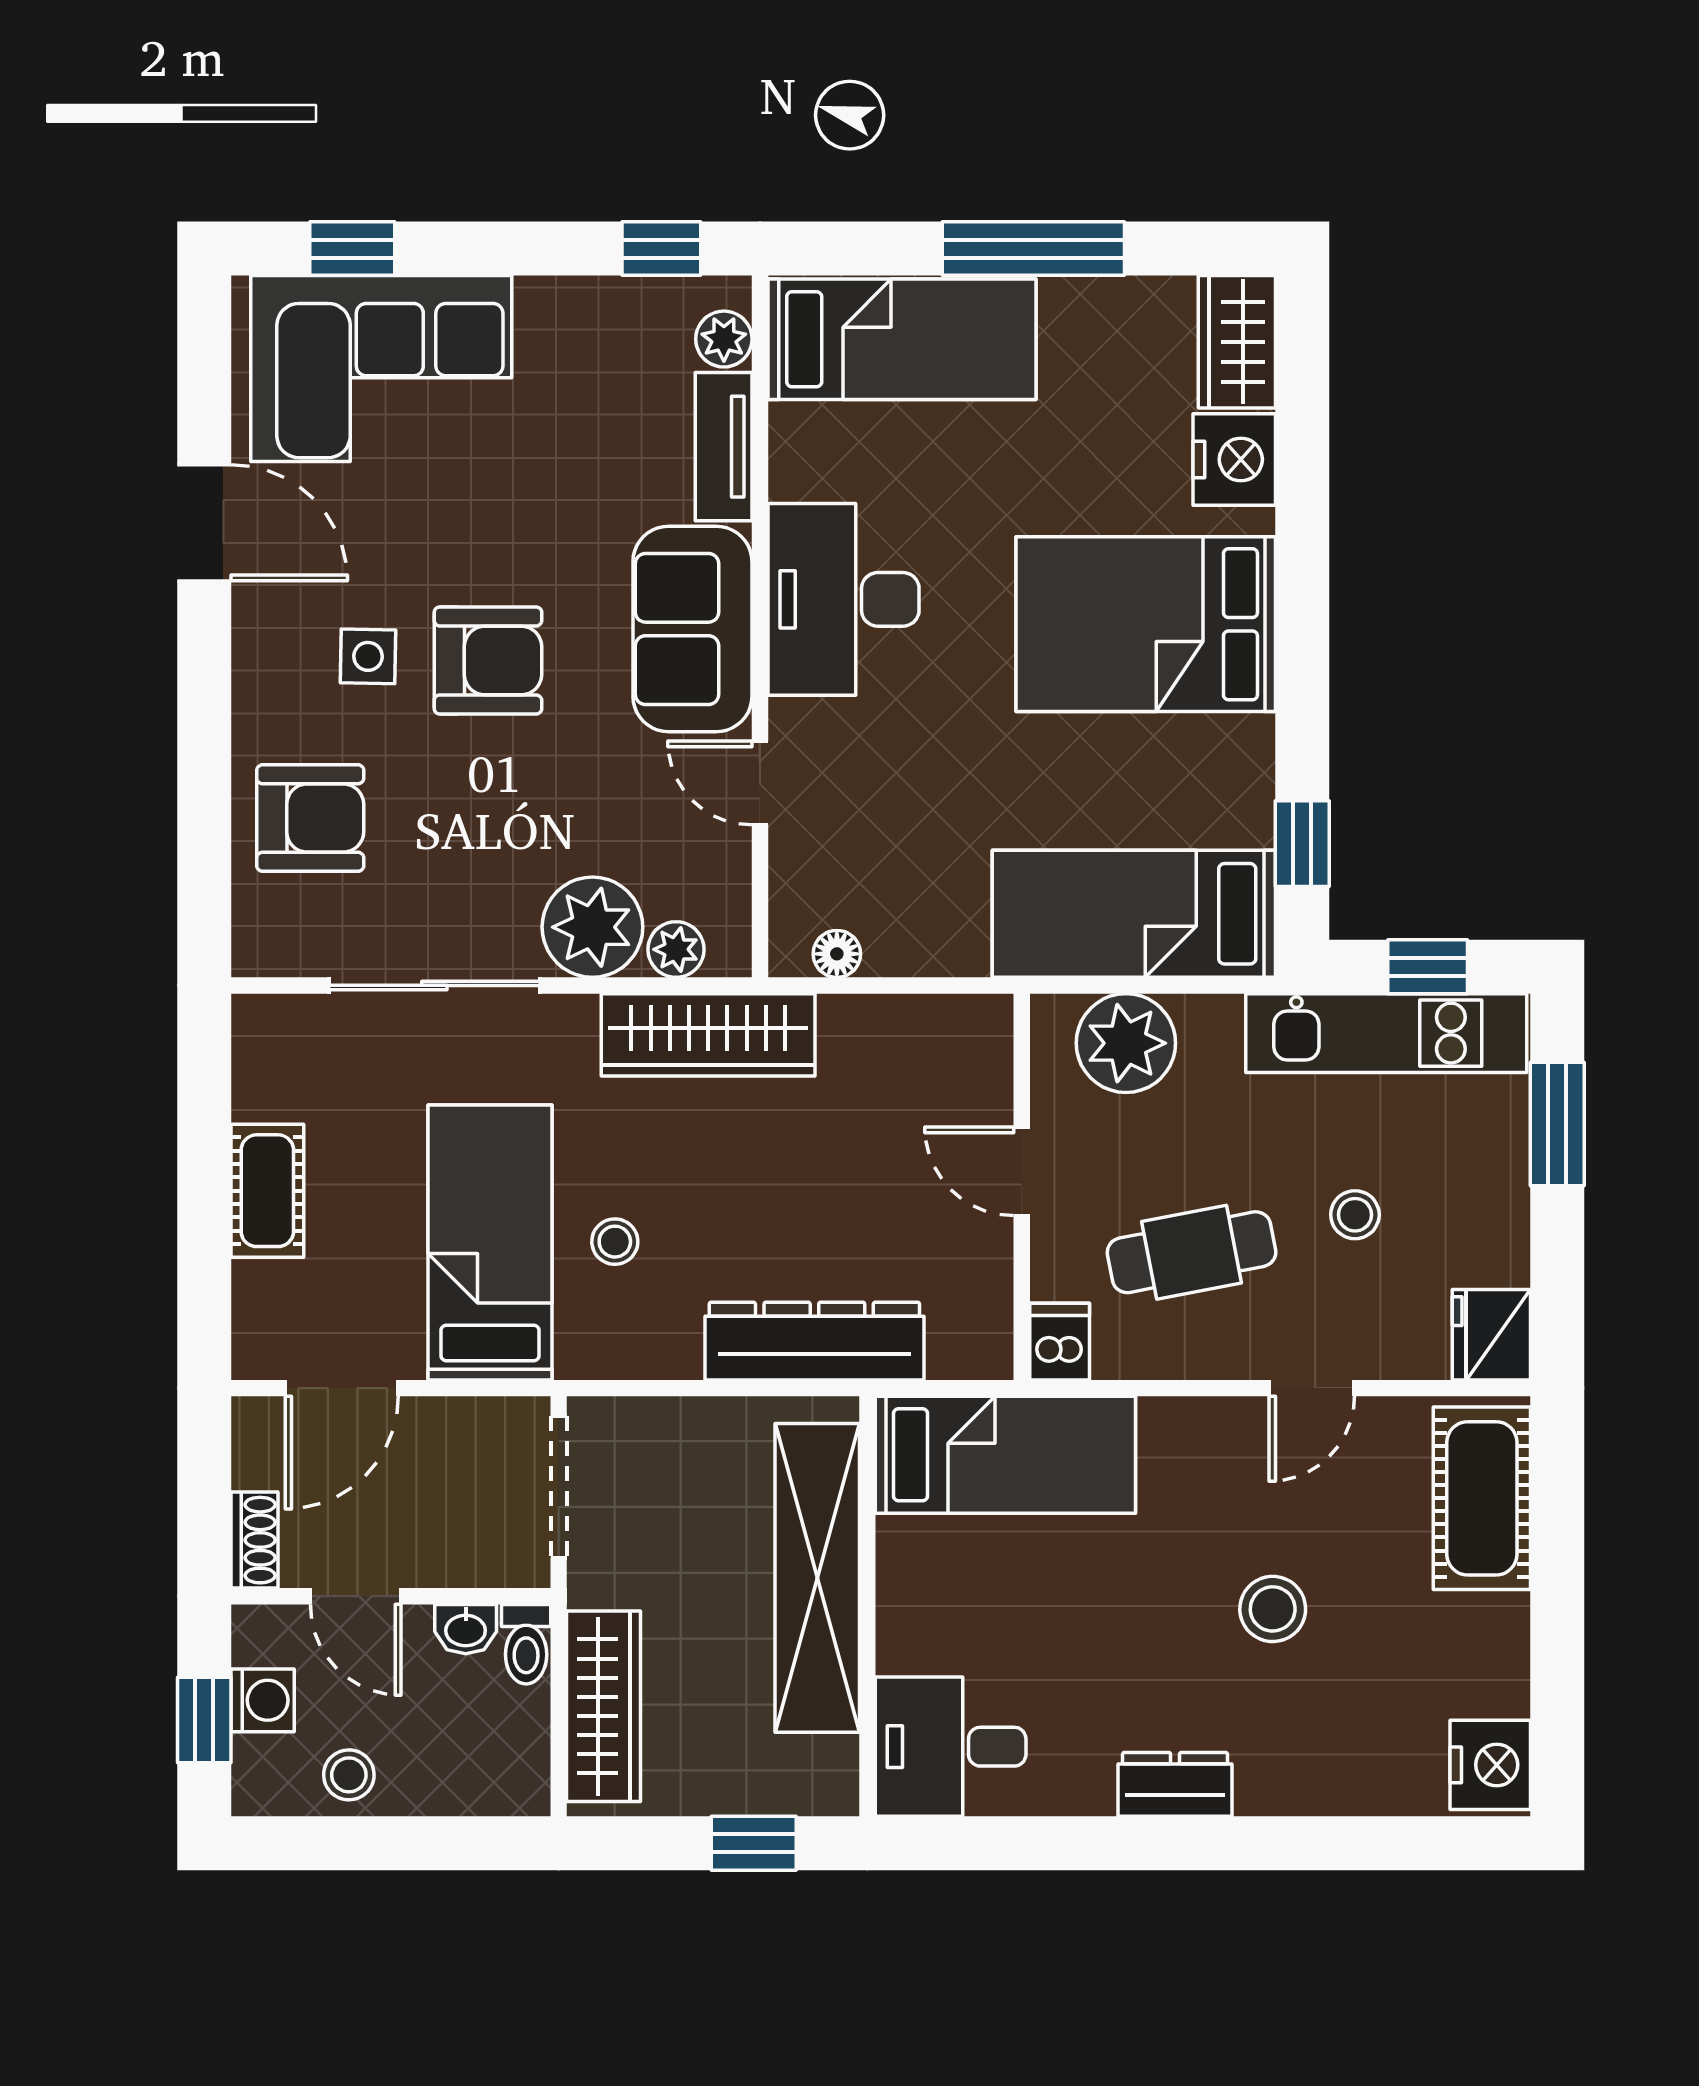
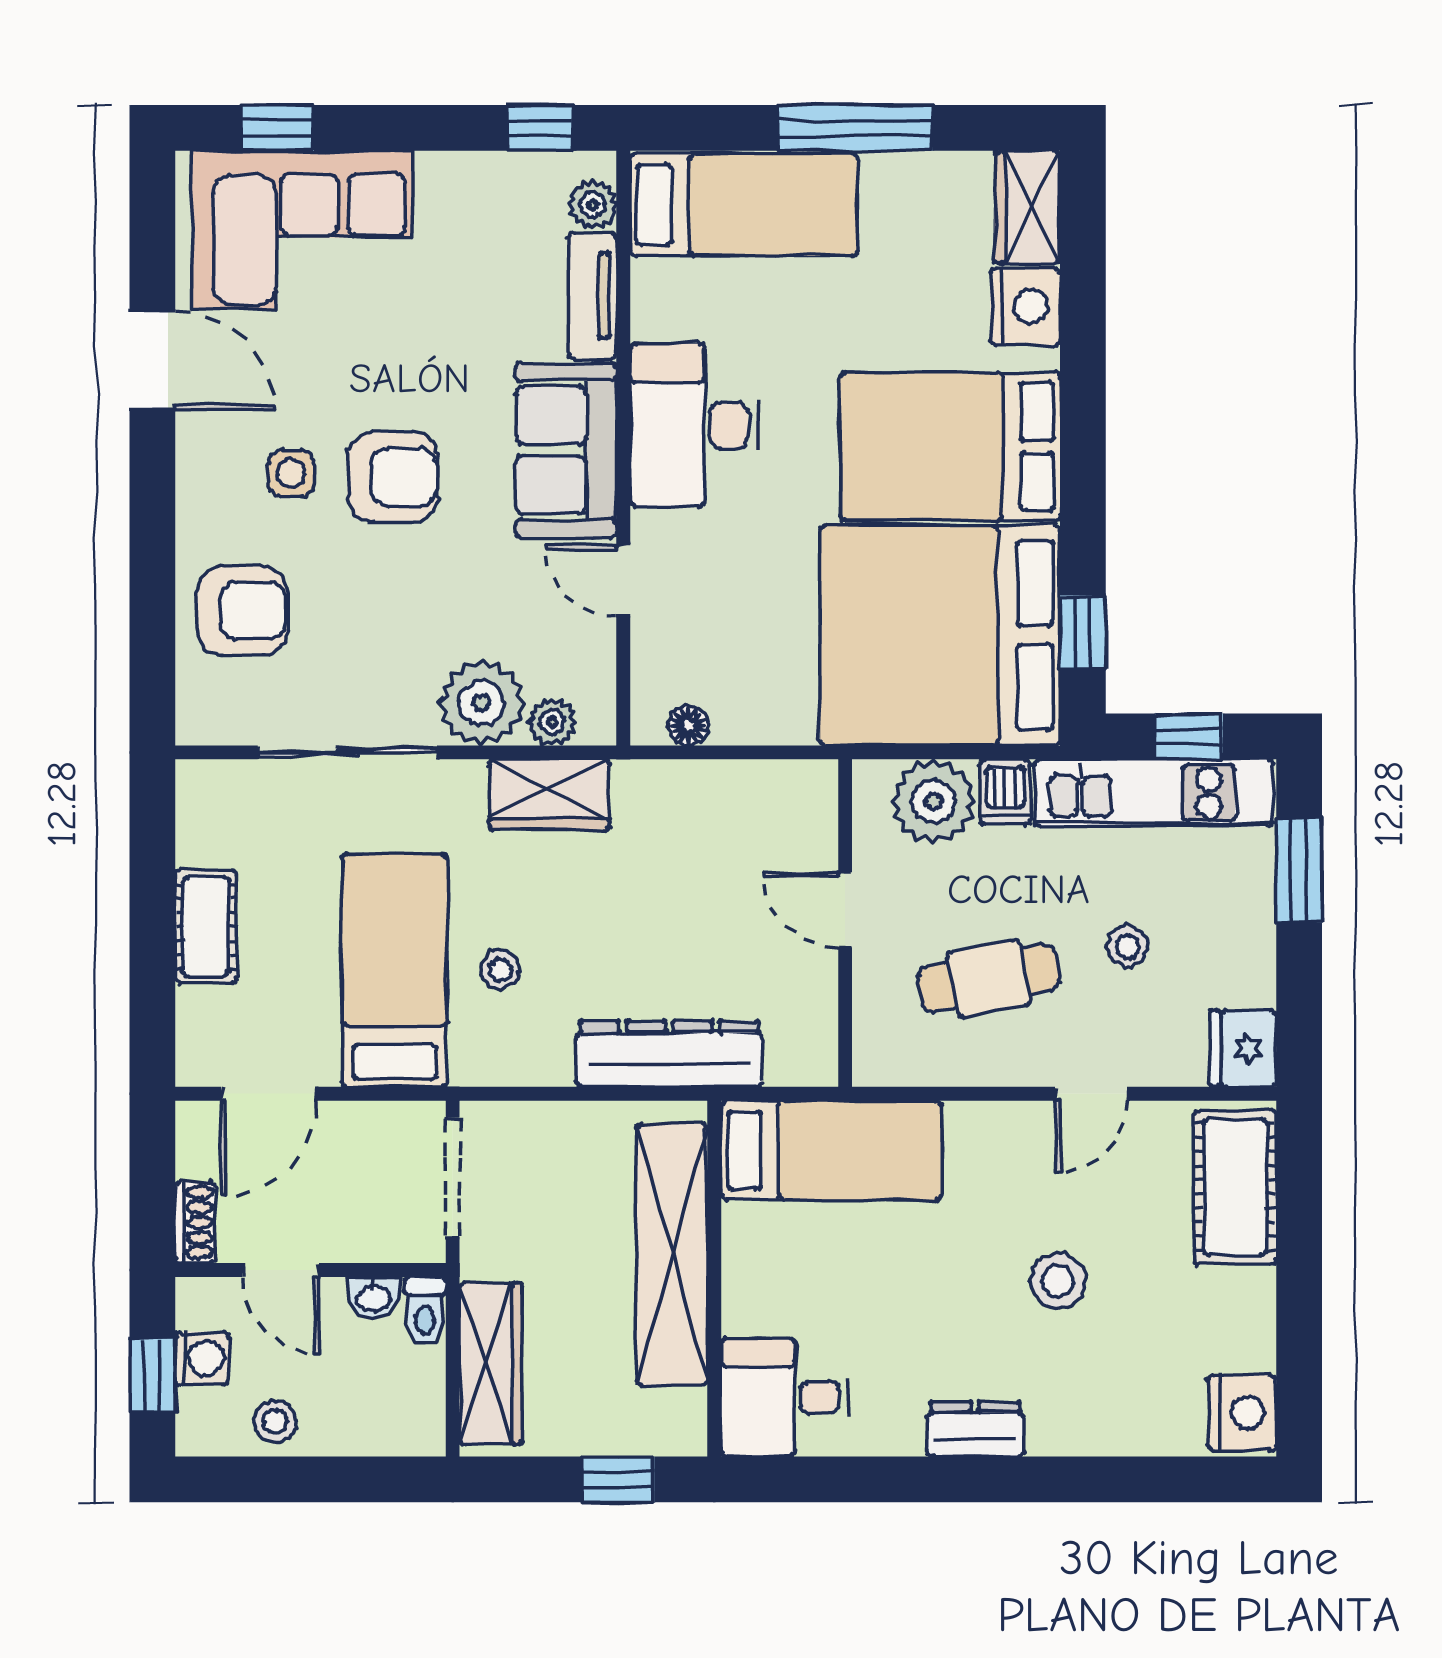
bed: (1134, 914) -> (940, 635), width x2.04
wardrobe: (708, 1035) -> (549, 794), width x0.67
dishwasher: (1060, 1342) -> (1005, 792), moved, turned 180

